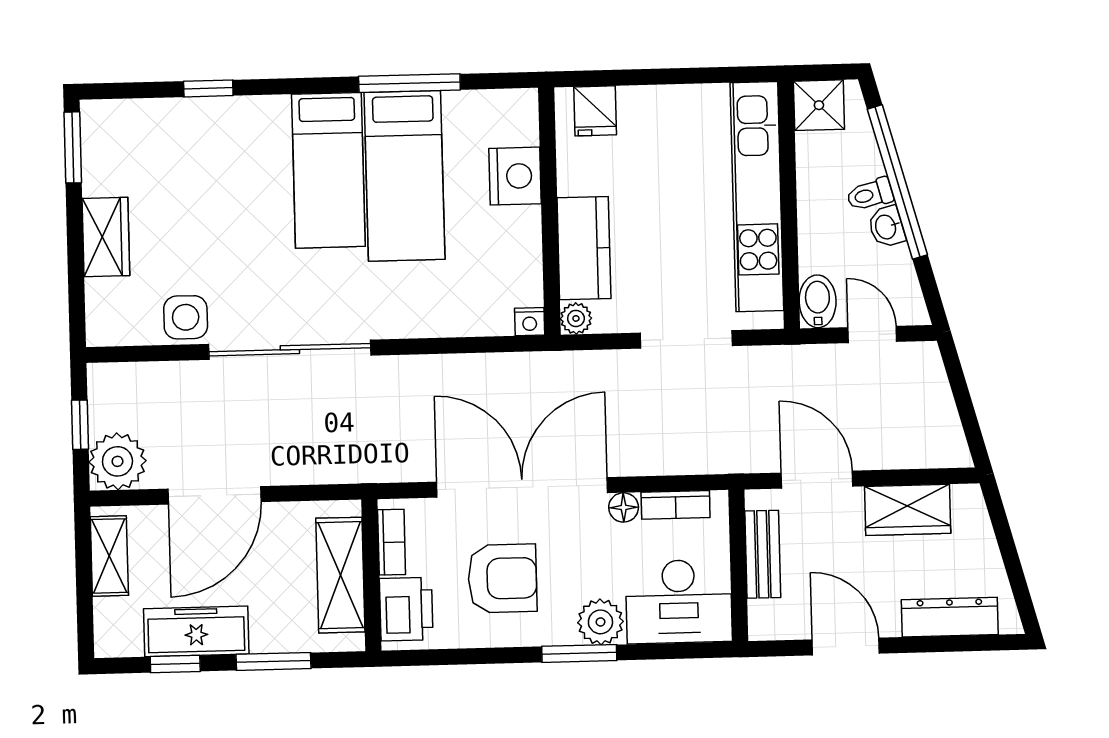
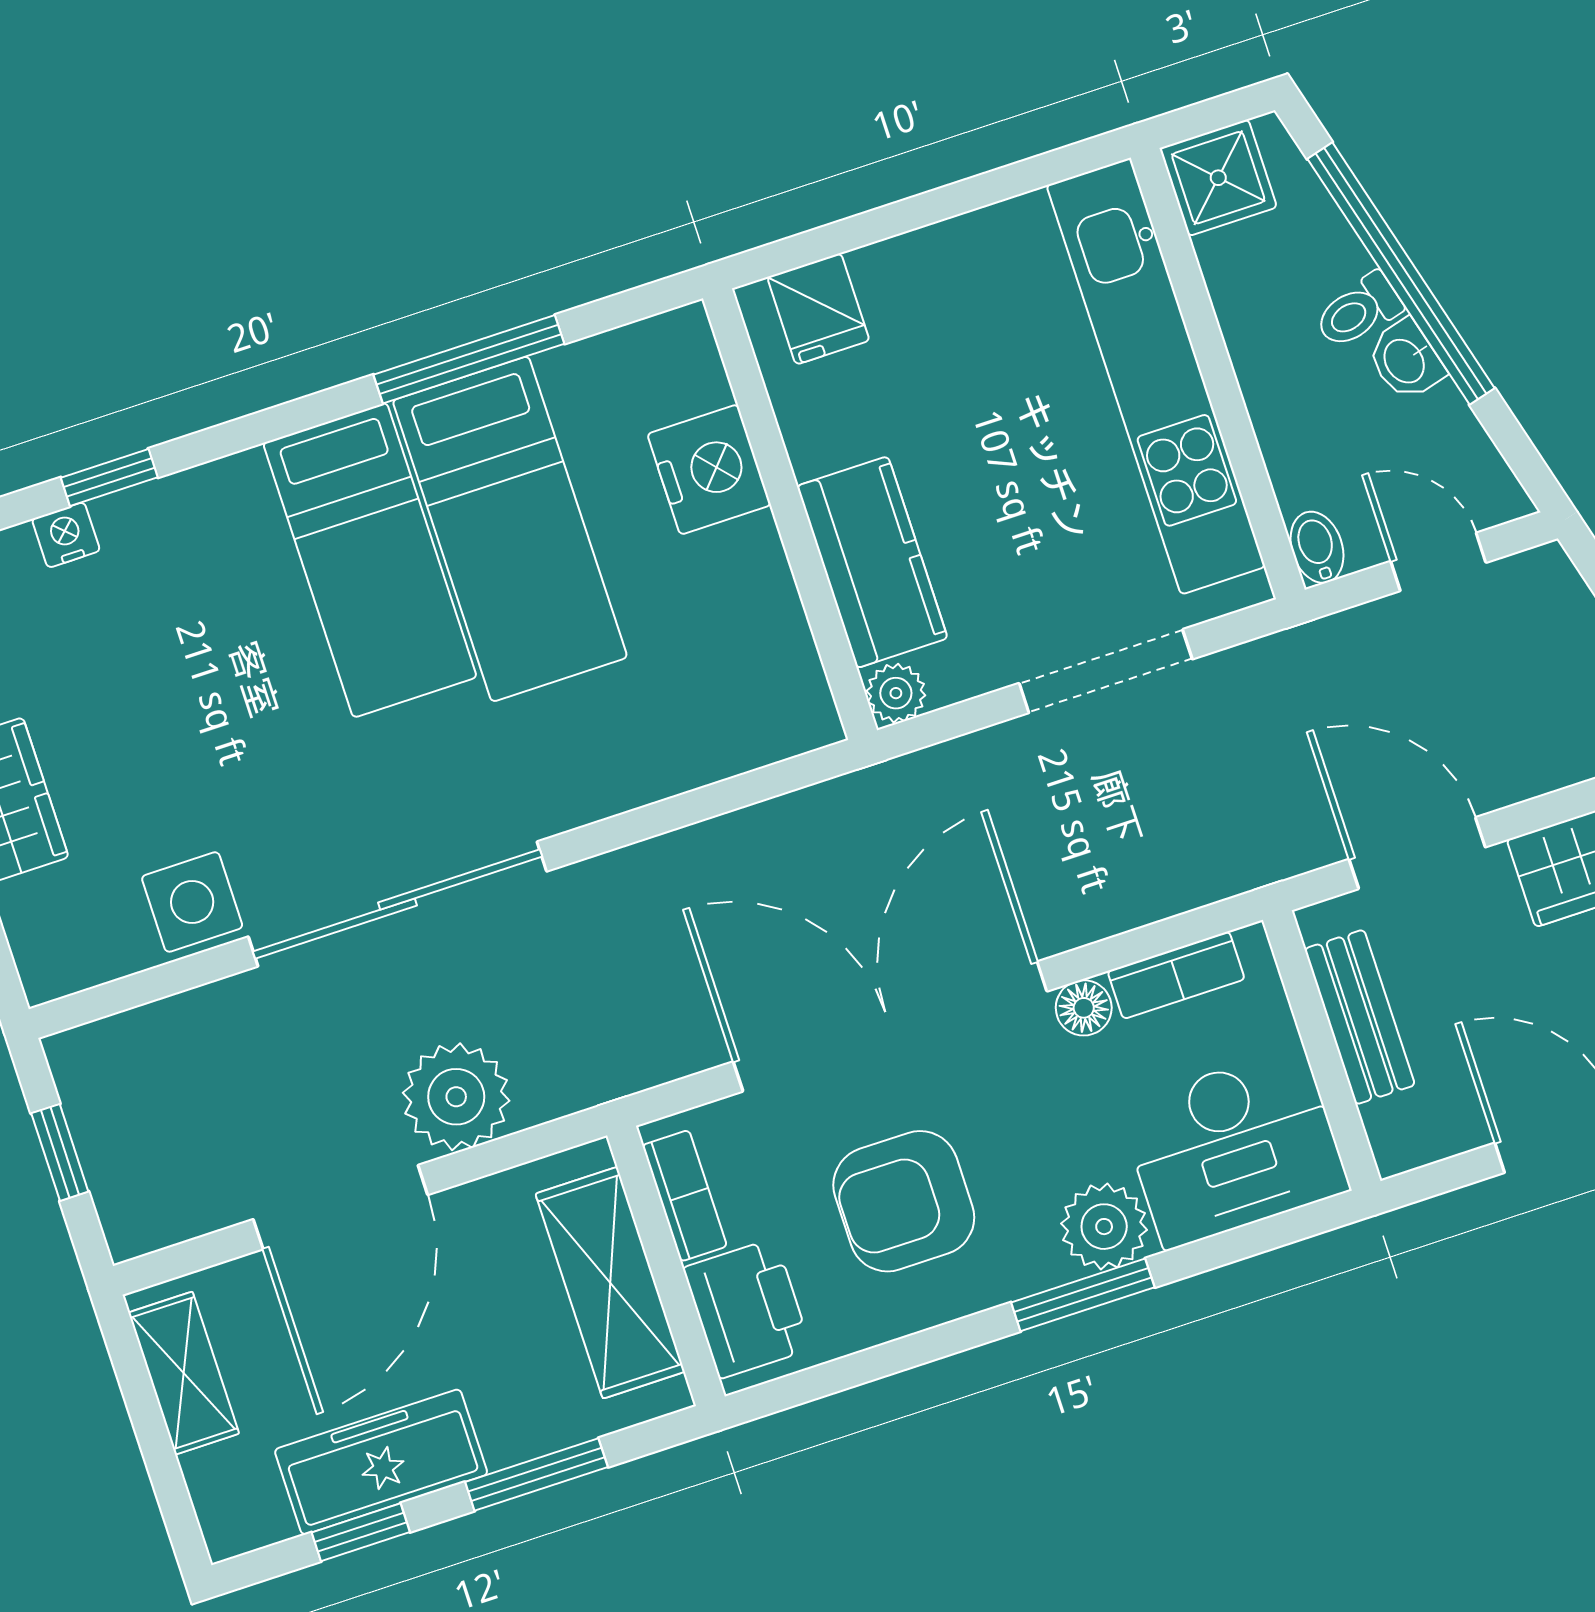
bidet: (818, 301) -> (1317, 547), width x0.72, depth x0.74
nightstand: (530, 322) -> (66, 535), moved, turned 180
plant: (117, 461) -> (456, 1097), moved
armchair: (502, 578) -> (904, 1201), turned 180

